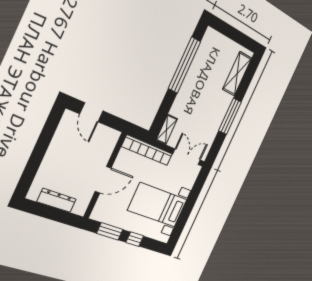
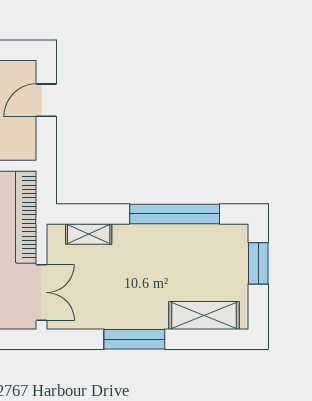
window: (228, 31) -> (258, 263), added
shelving: (167, 129) -> (89, 234), moved

